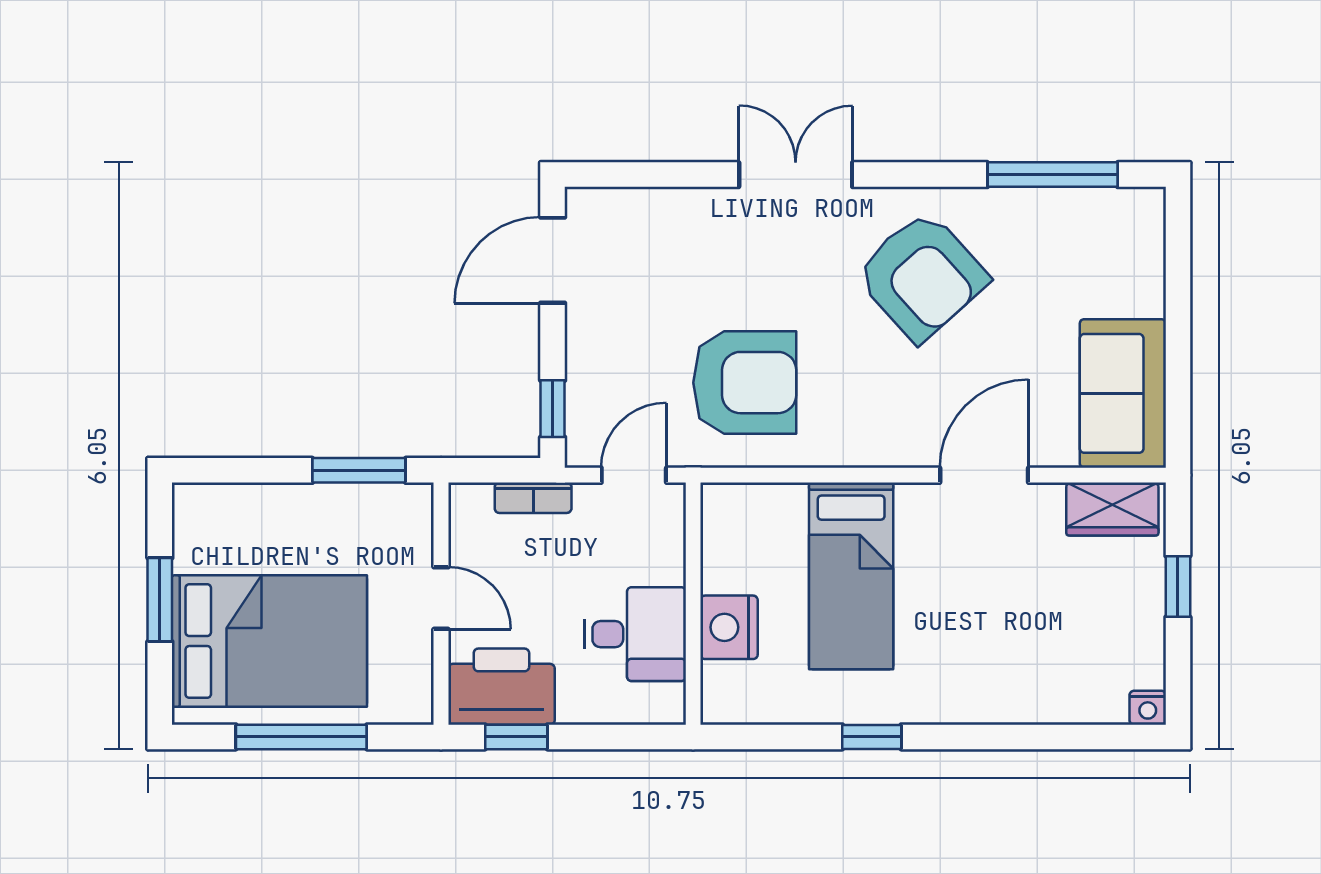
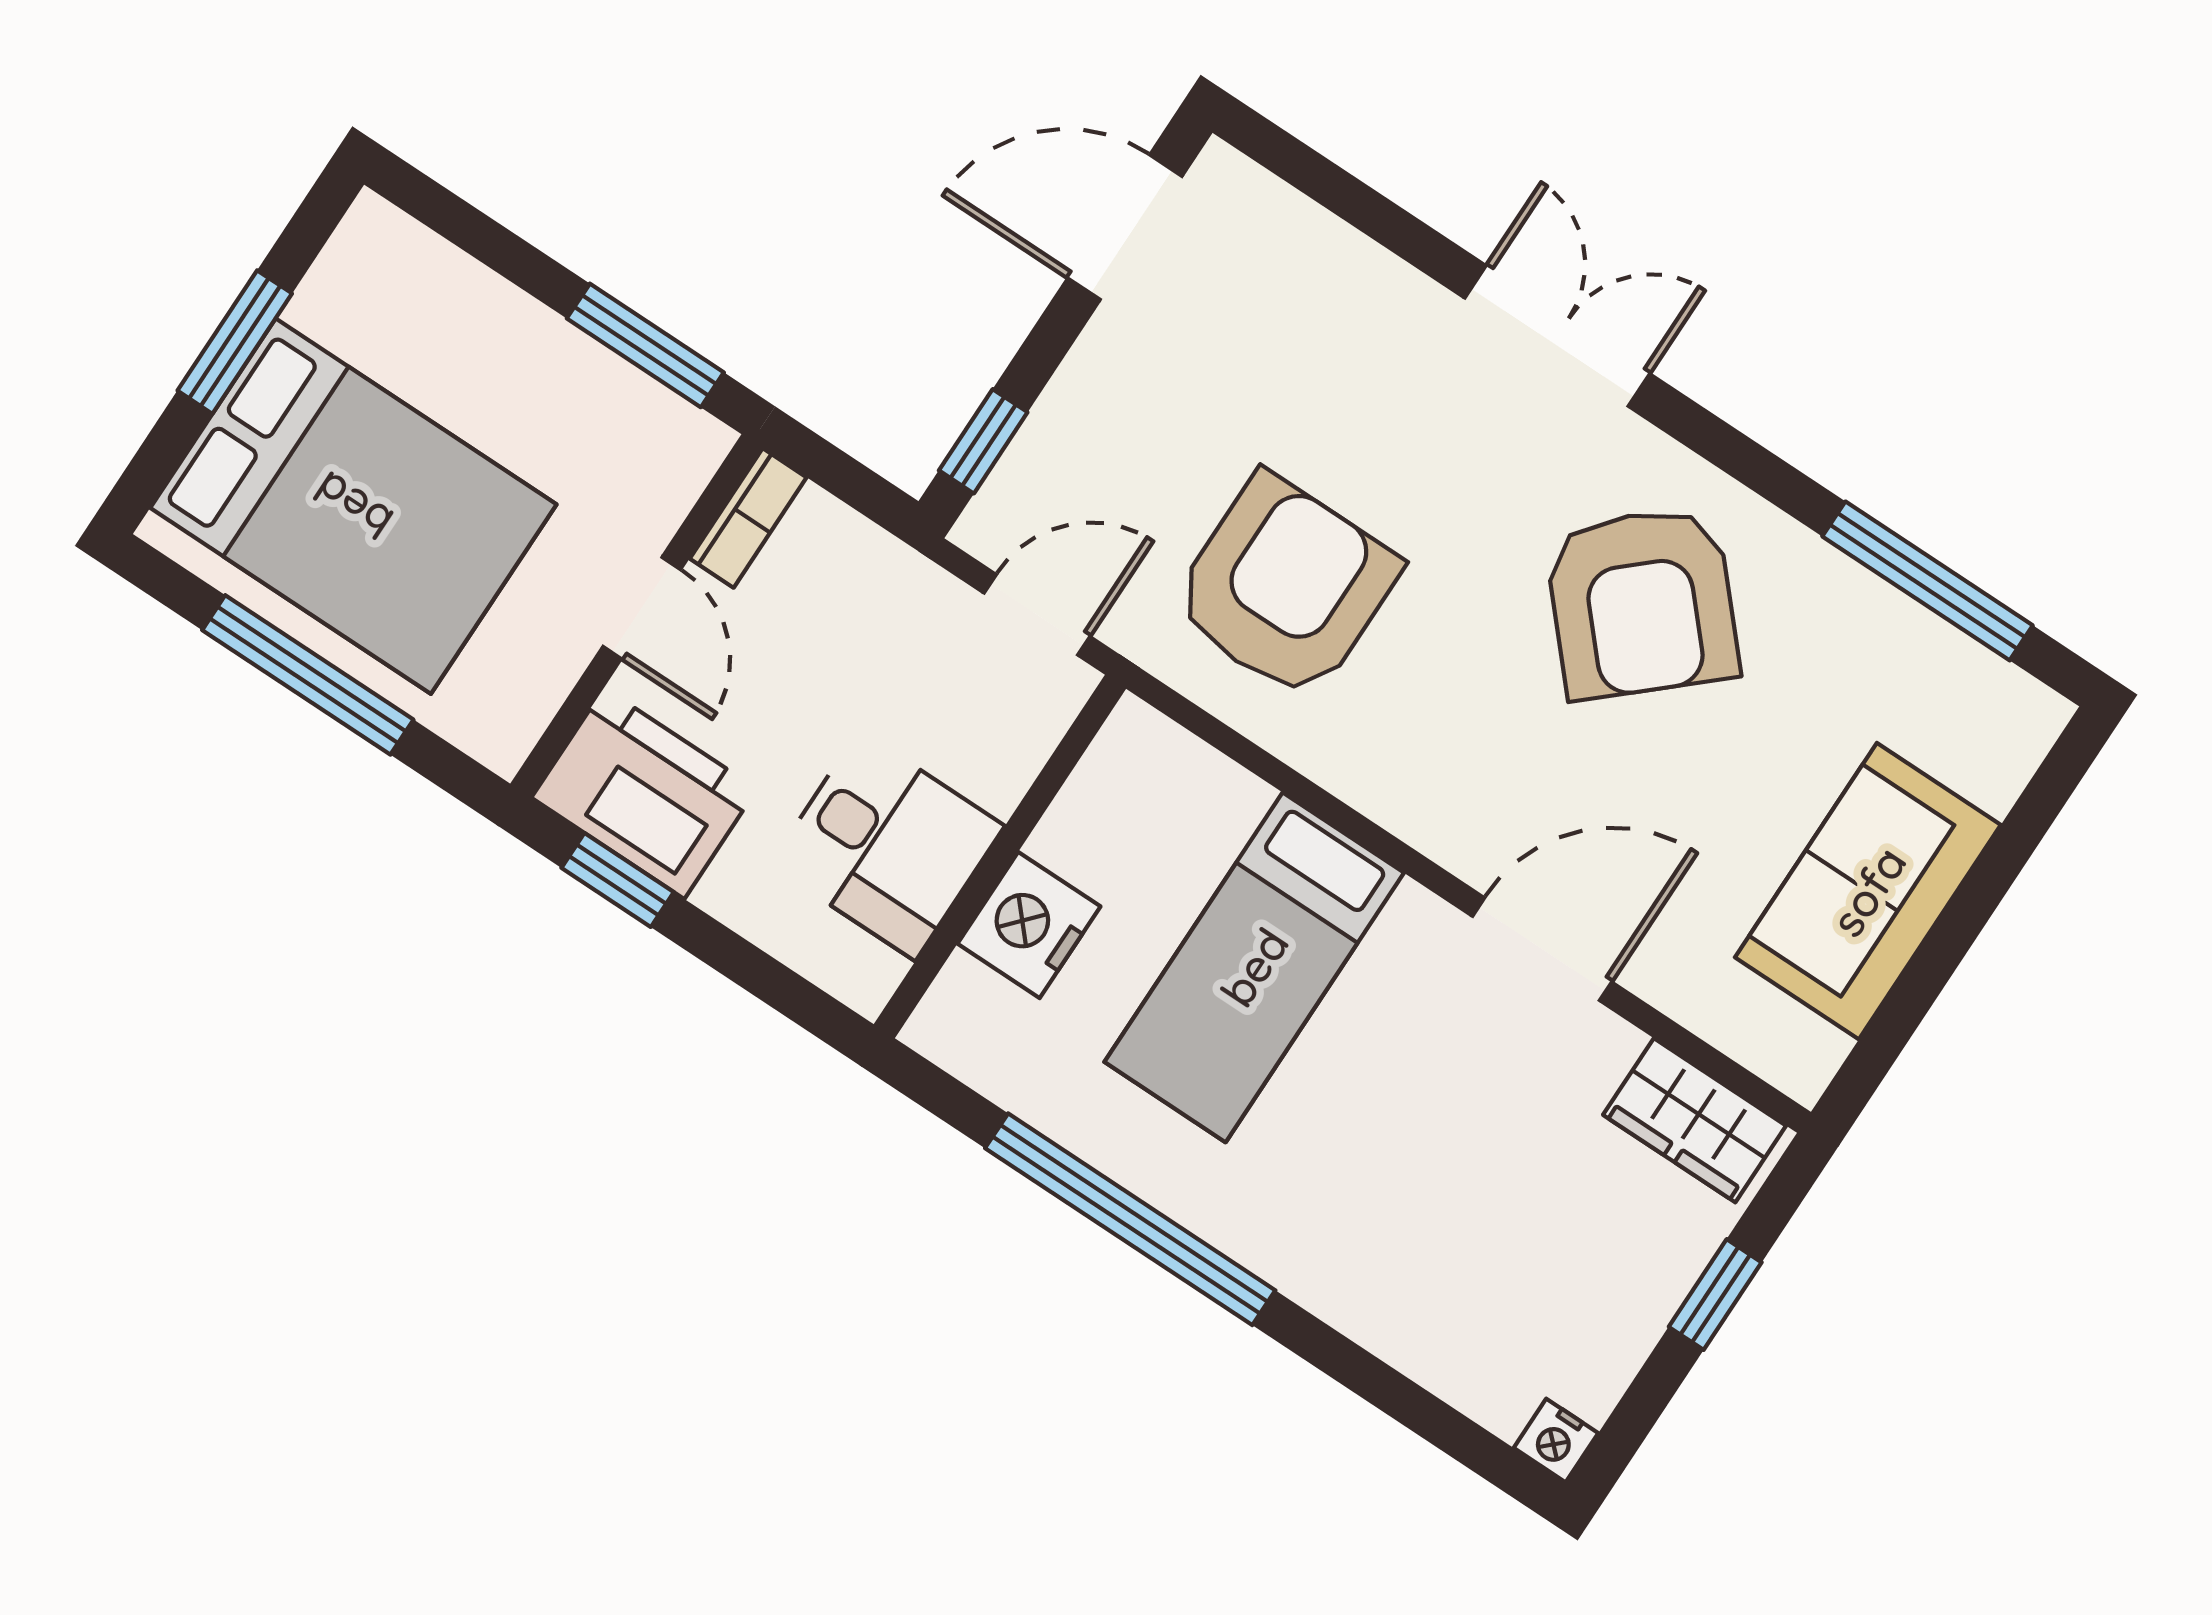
armchair: (745, 383) -> (1285, 587), turned -90
sofa: (1123, 393) -> (1868, 891), moved
bookcase: (533, 498) -> (748, 518), moved, turned -90
window: (872, 737) -> (1130, 1219), width x3.17

